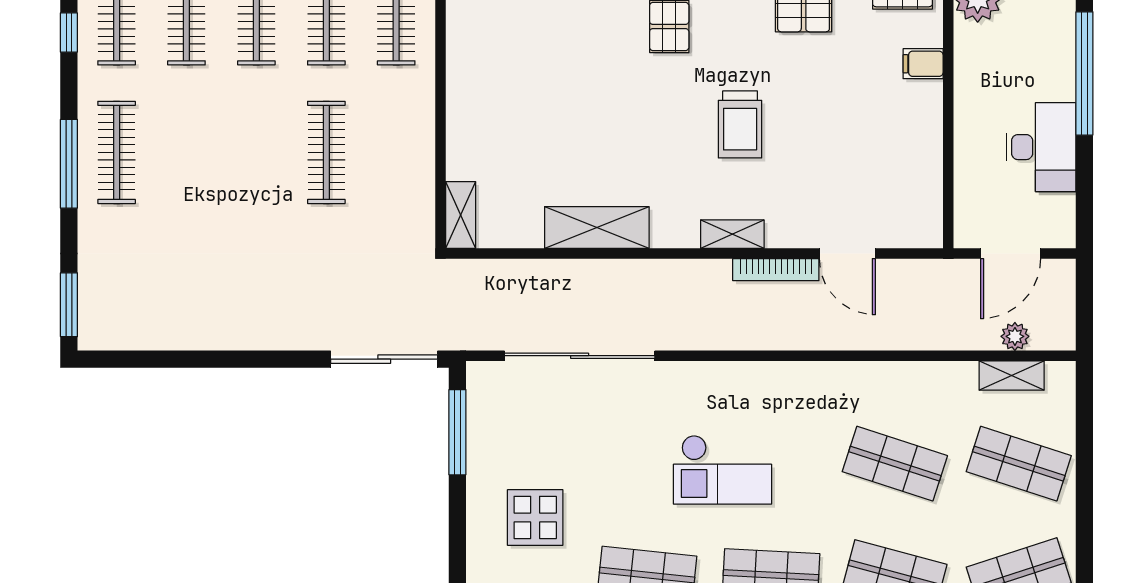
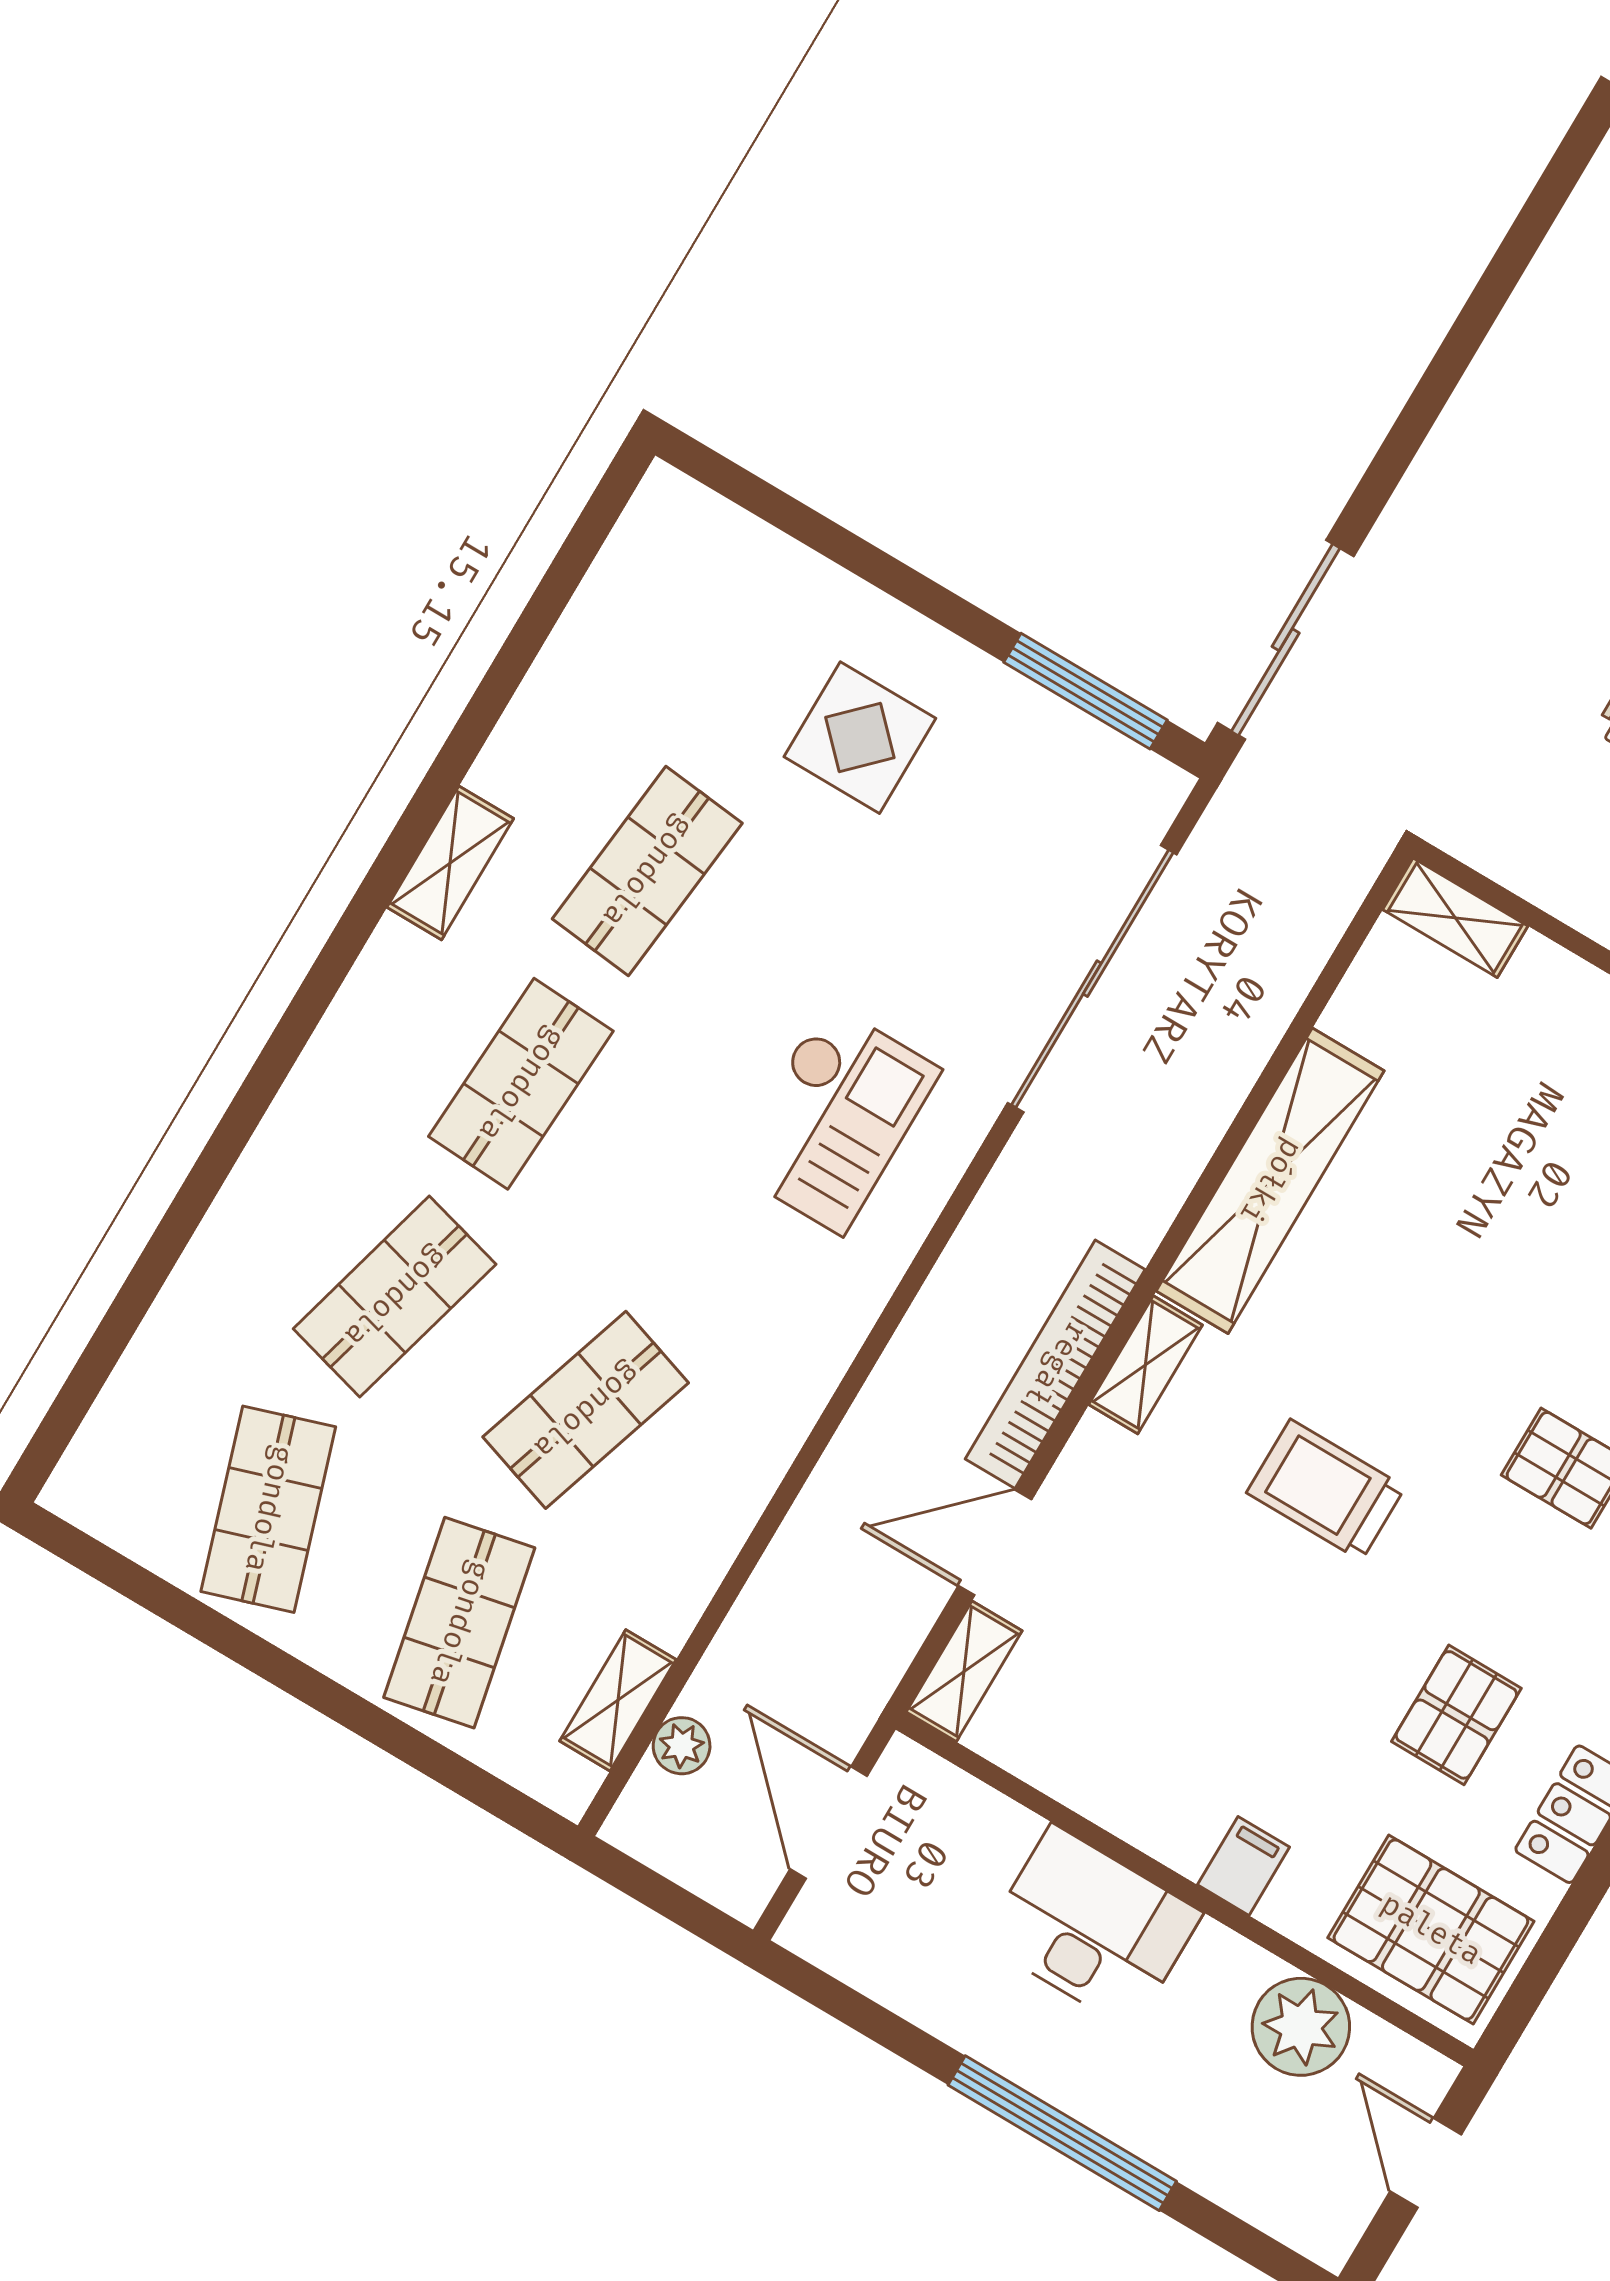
desk: (1041, 147) -> (1092, 1927), moved, turned 180
shelving: (597, 227) -> (1270, 1181), width x1.47
shelving: (911, 234) -> (964, 1671), added
bookcase: (776, 270) -> (1055, 1364), width x1.48, depth x1.31
shop shelf: (1019, 464) -> (459, 1623), turned -30
checkout: (723, 470) -> (834, 1118), moved, turned 180

